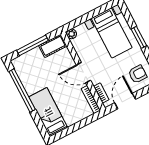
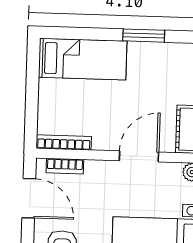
door: (84, 73) -> (139, 156), moved
window: (22, 91) -> (144, 36), width x0.47

